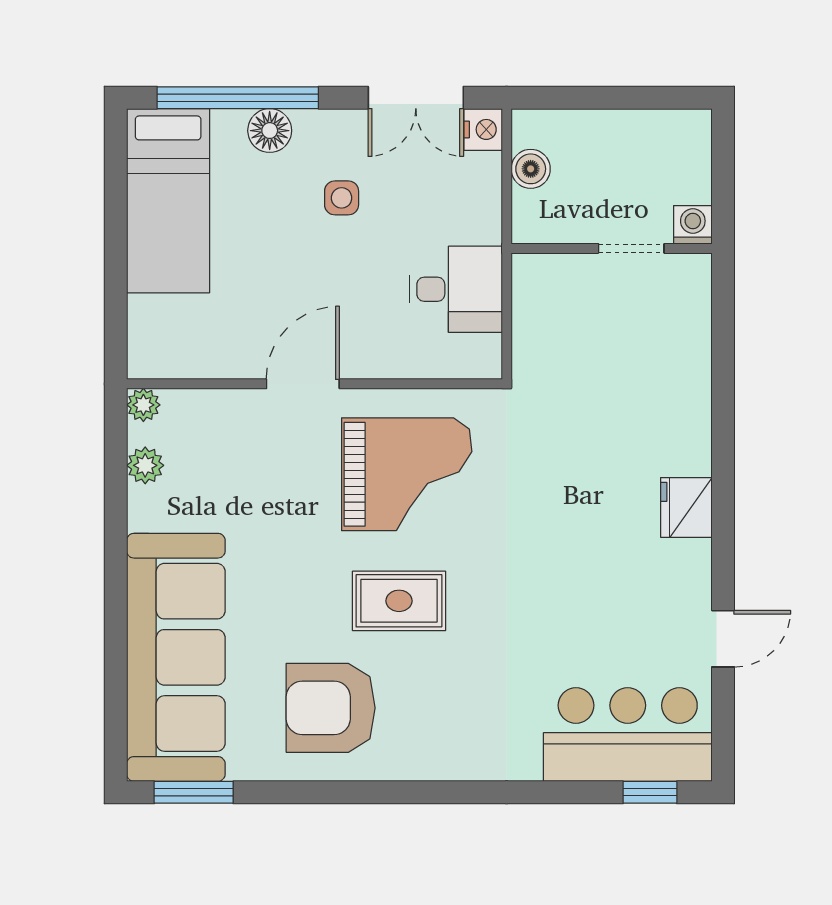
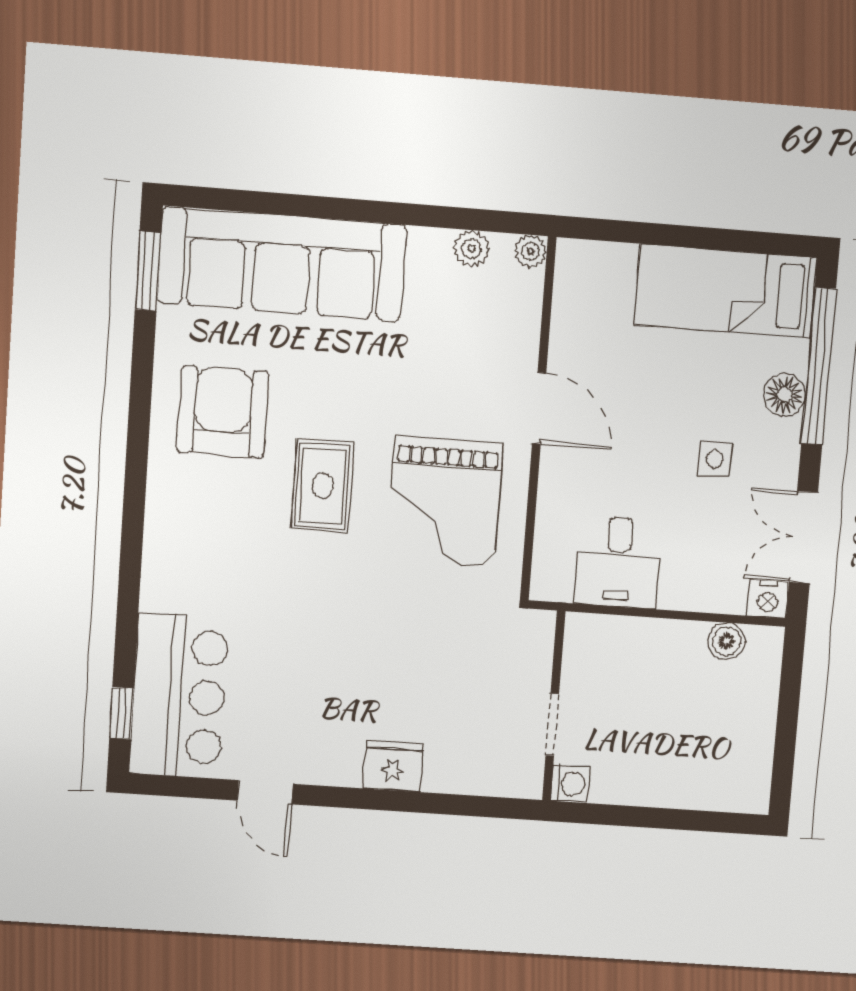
washing machine: (693, 225) -> (570, 784), moved
wall: (612, 248) -> (554, 706), moved
doorway: (631, 248) -> (552, 725), moved

